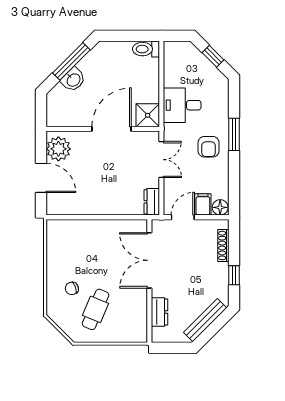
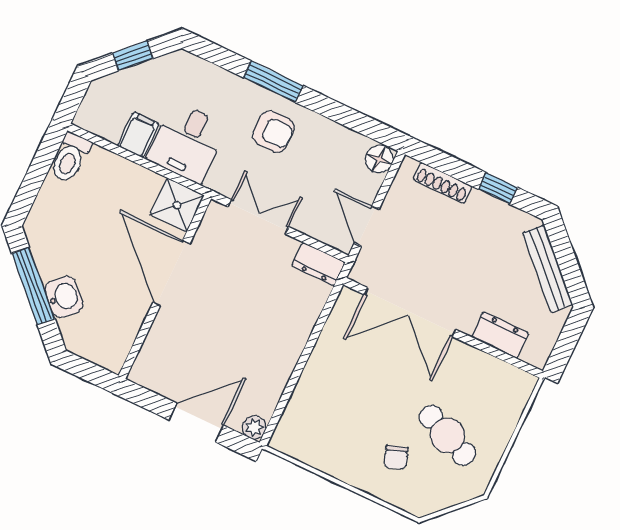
plant: (58, 149) -> (254, 427), moved, width x0.53, depth x0.53
filing cabinet: (203, 204) -> (138, 135), moved, turned 90

